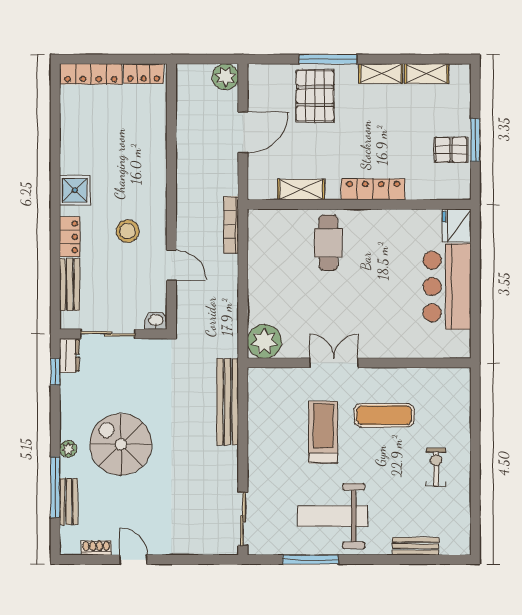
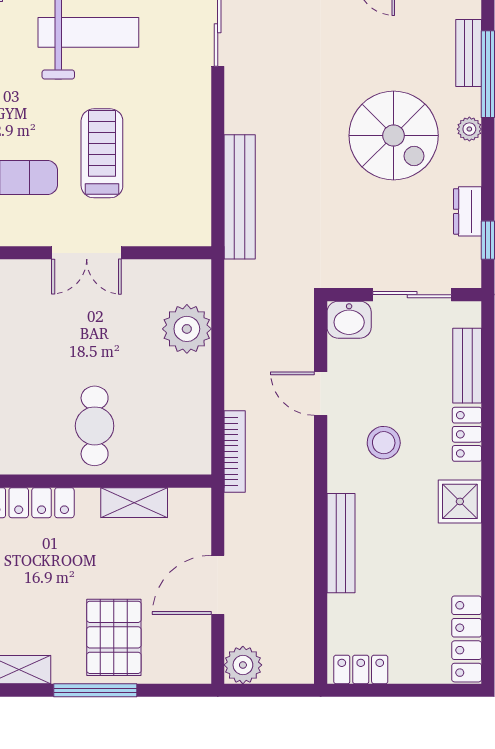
locker: (91, 74) -> (467, 639), moved, turned -90
bench: (157, 161) -> (341, 543), added
washbasin: (156, 320) -> (349, 320), width x1.38, depth x1.45
plant: (264, 341) -> (187, 329), moved
dresser: (69, 356) -> (468, 211), moved
treadmill: (323, 432) -> (102, 153), turned 180

